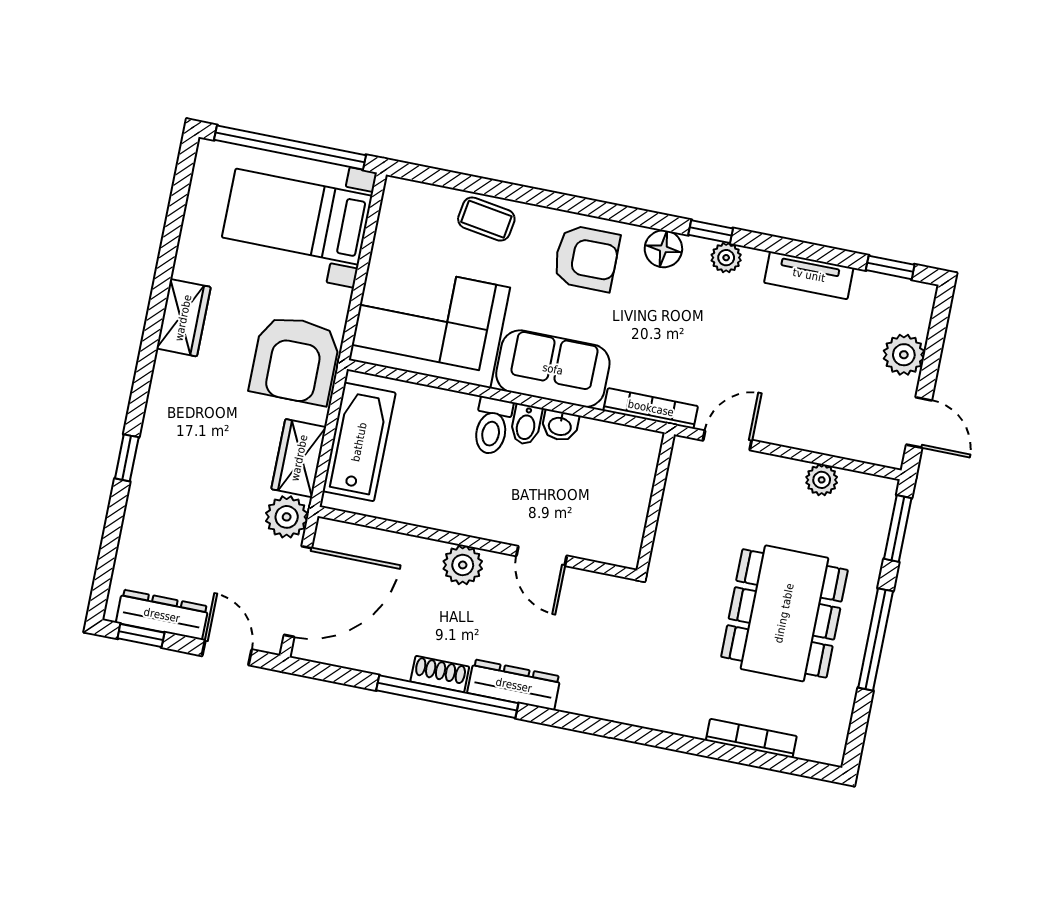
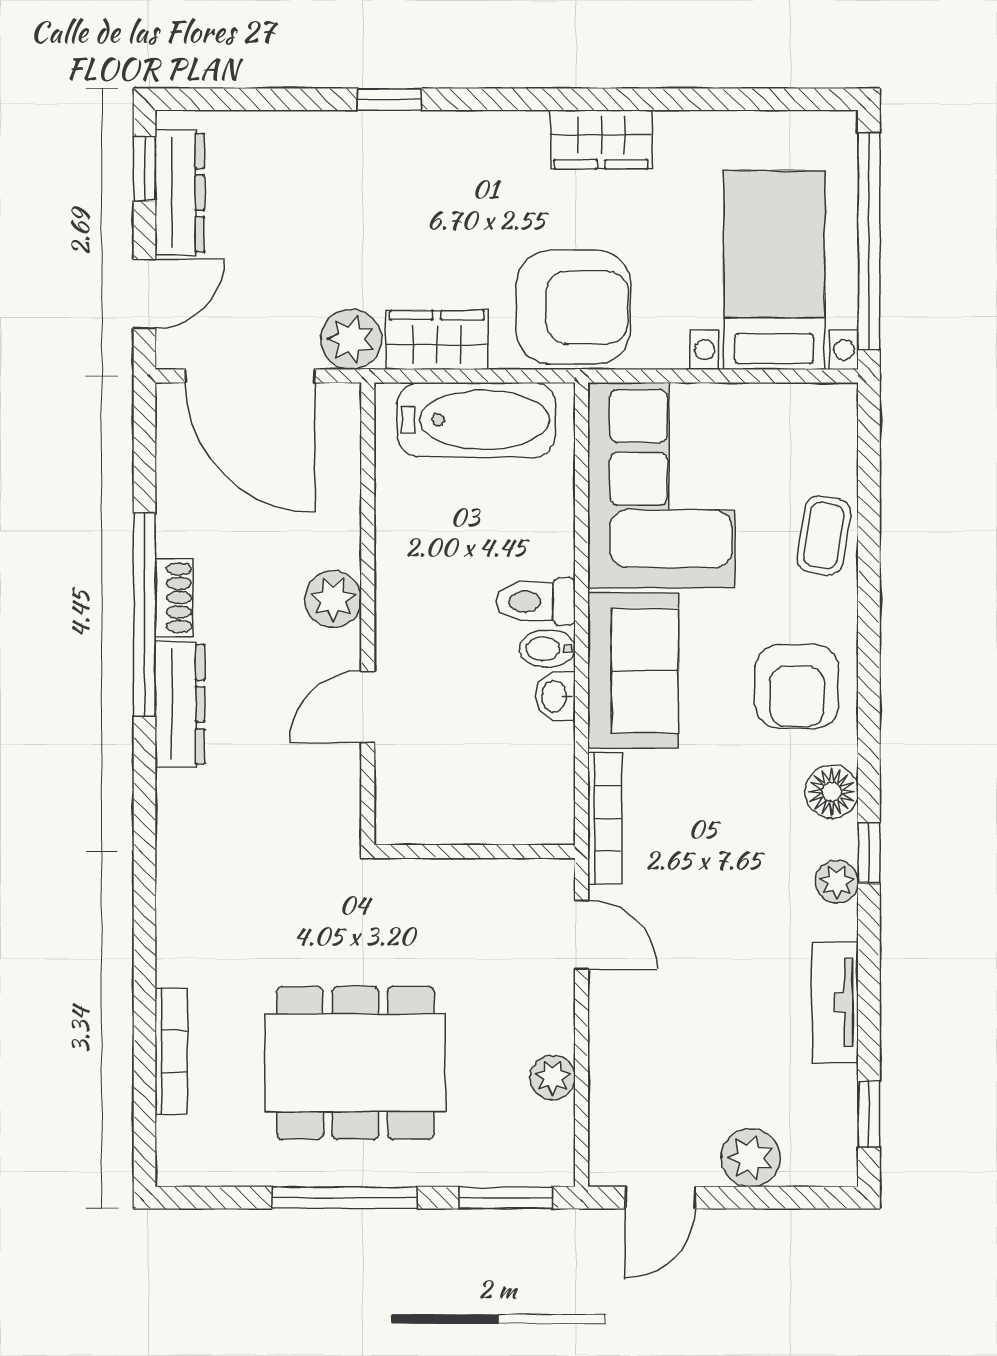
armchair: (295, 360) -> (573, 307), turned 180

